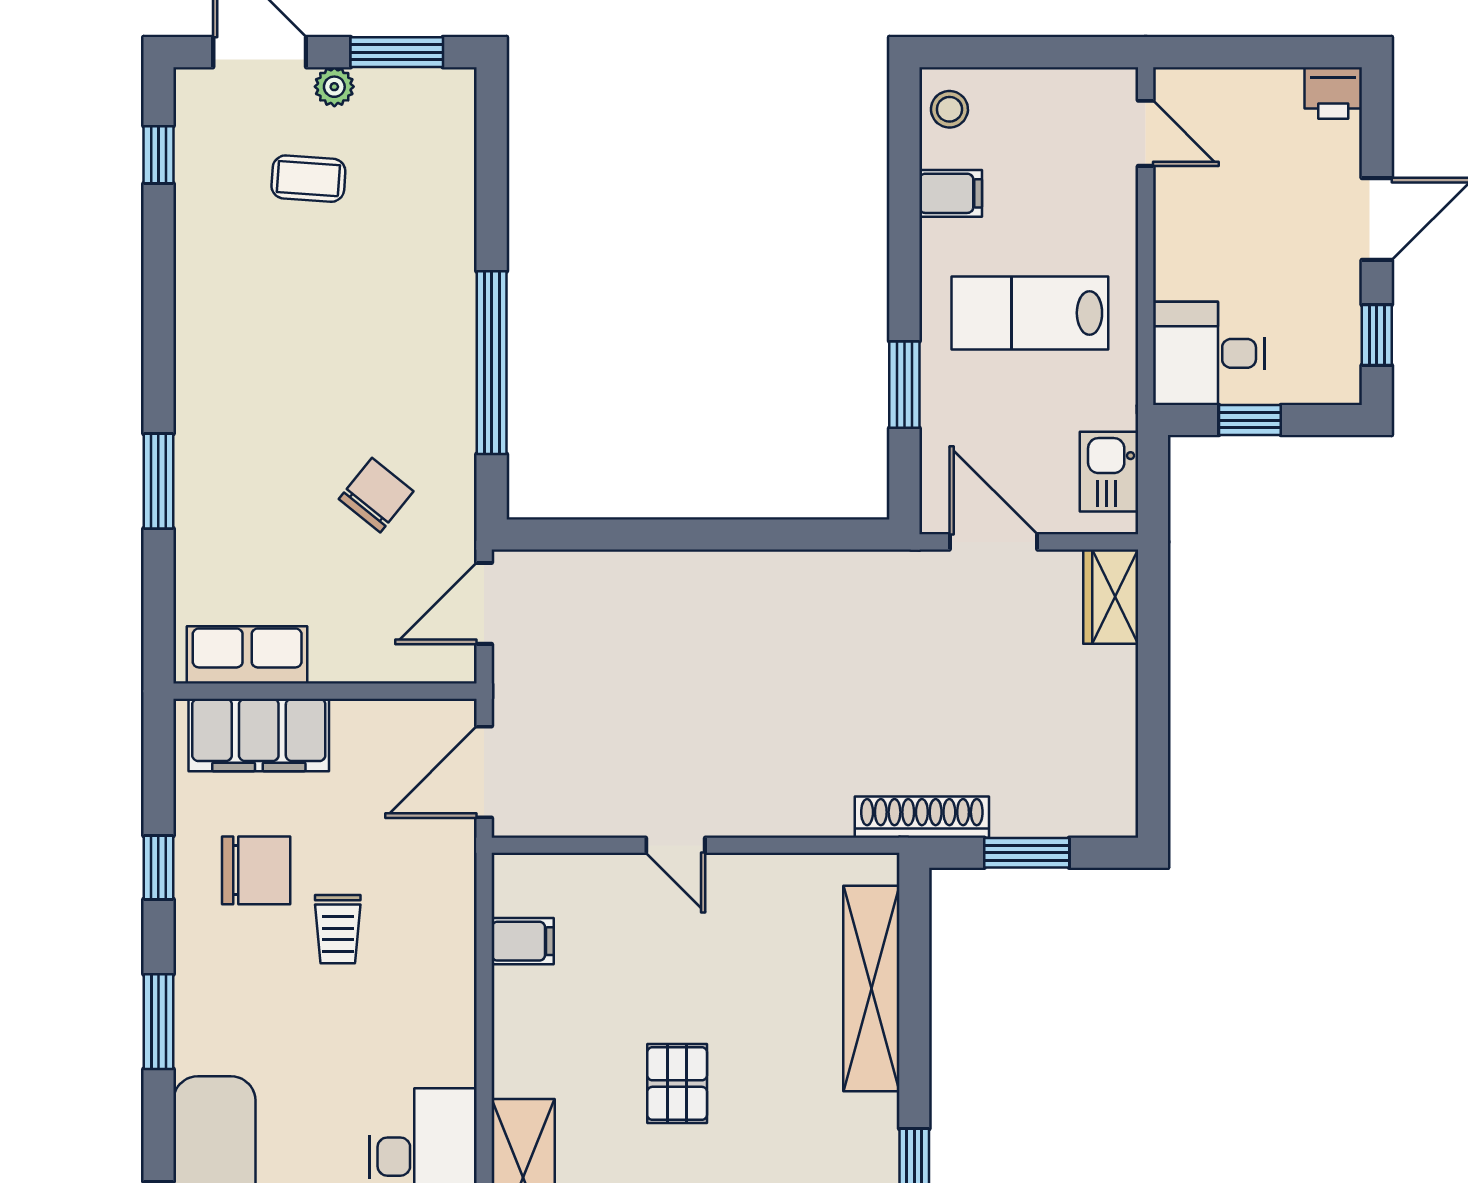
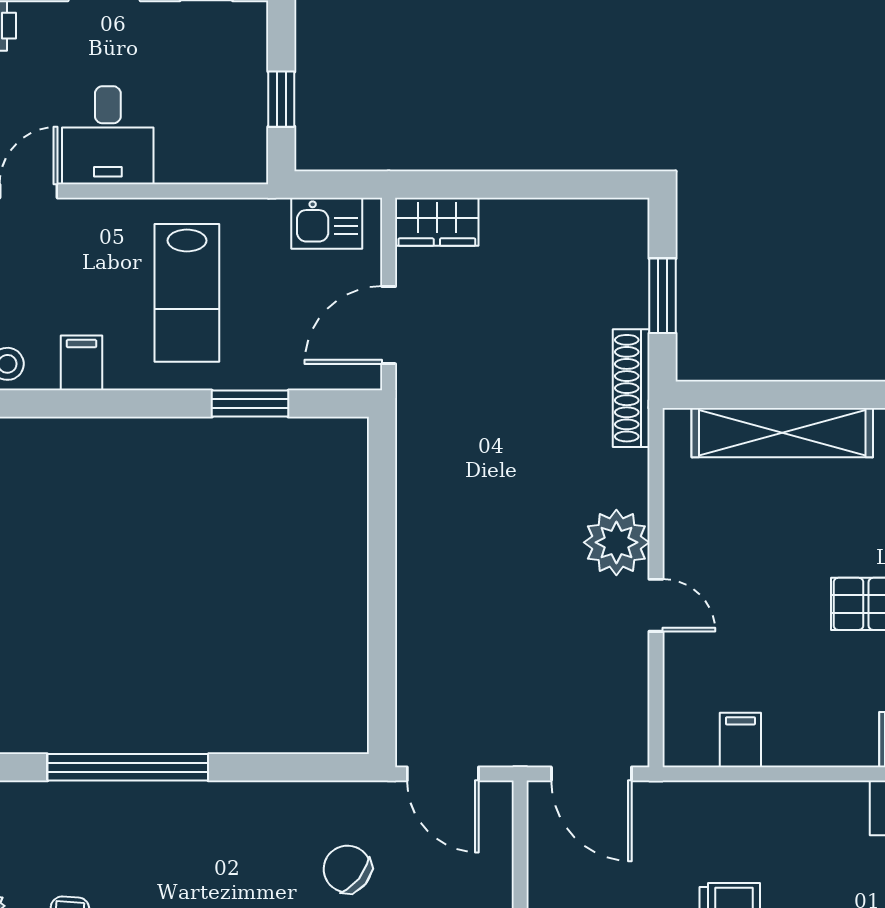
desk: (1209, 353) -> (108, 135), moved
window: (492, 363) -> (128, 767), moved
plant: (747, 800) -> (616, 542), added
door: (675, 845) -> (656, 605), hinge flipped

